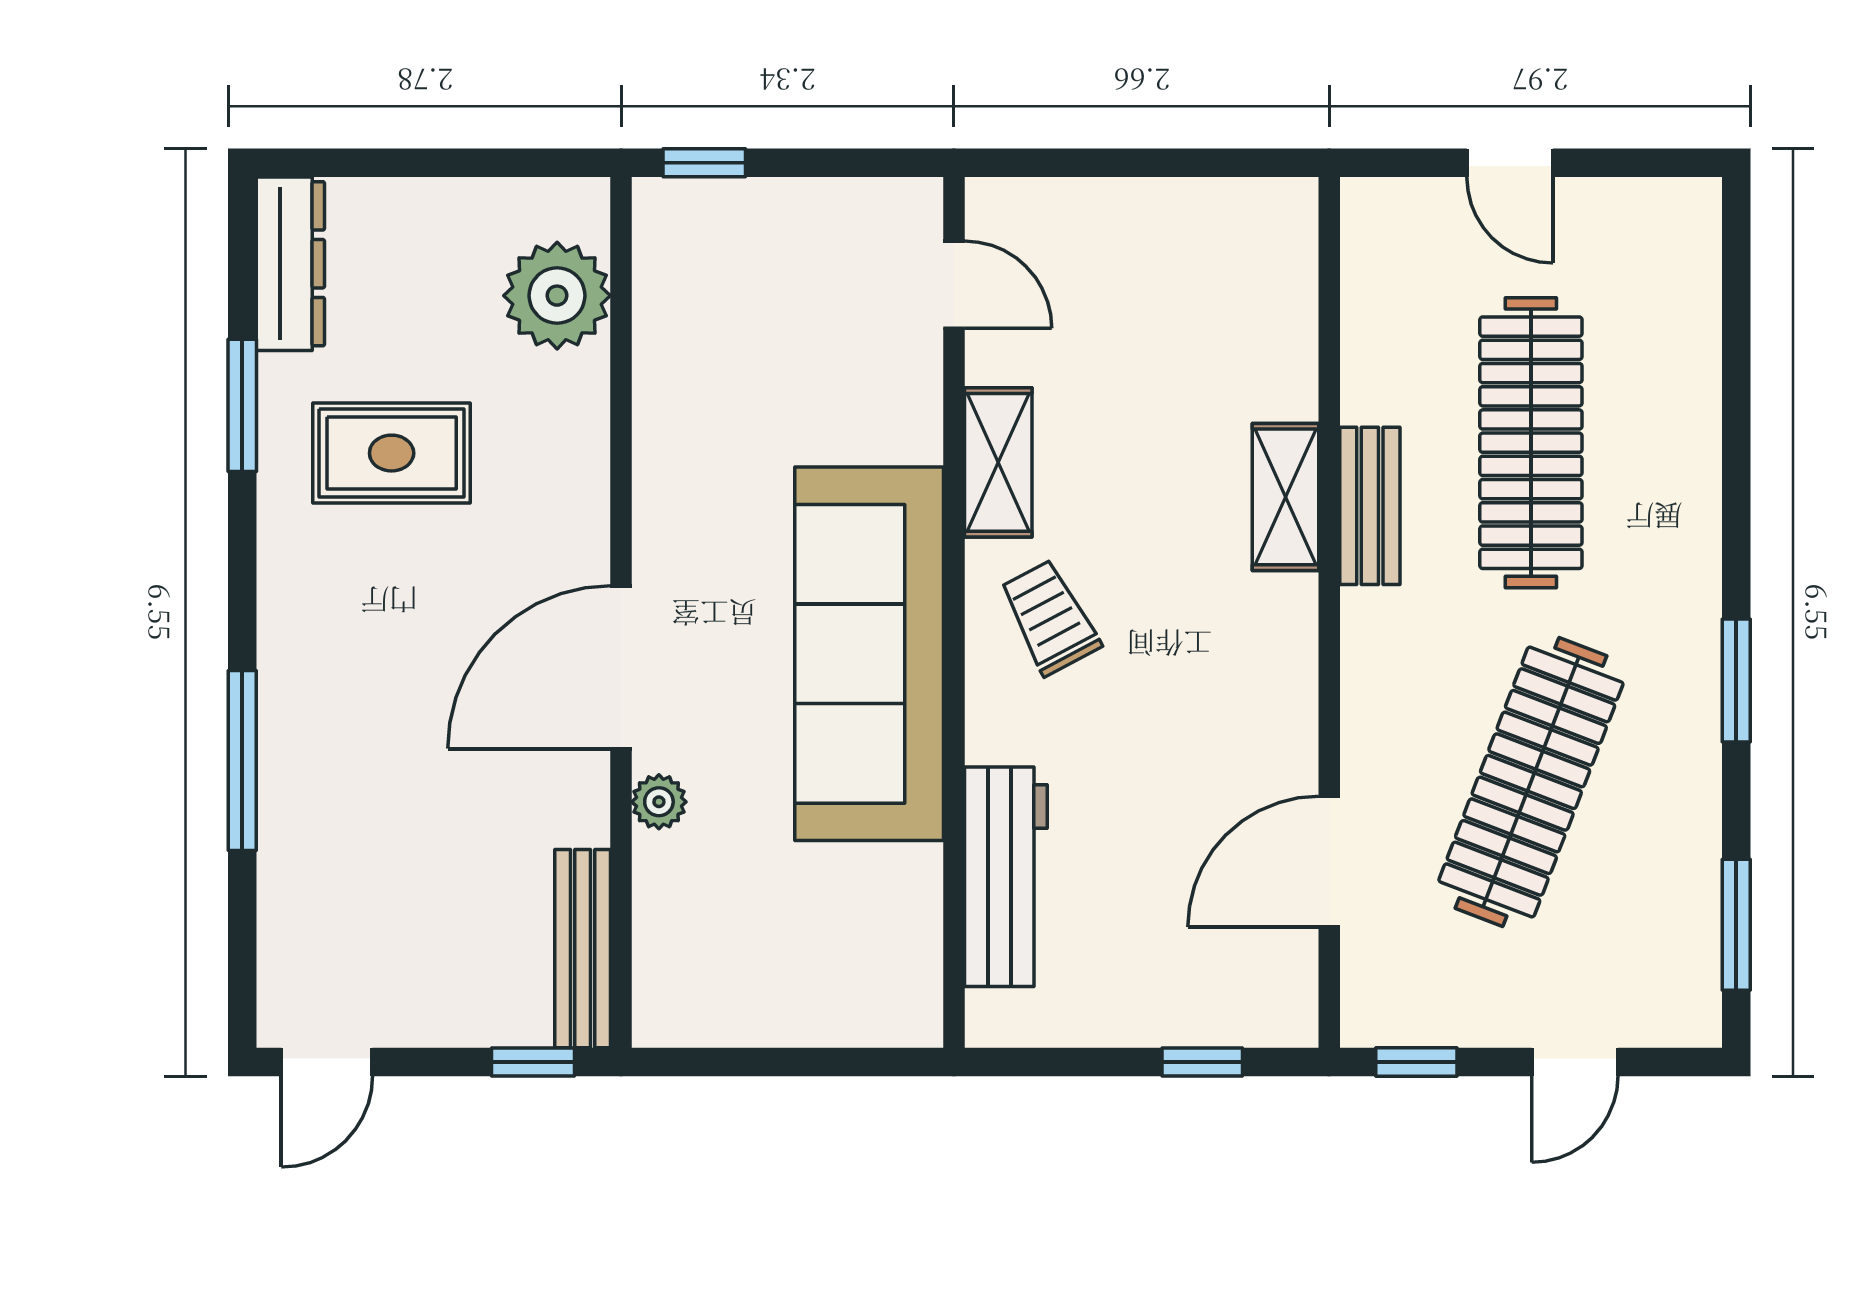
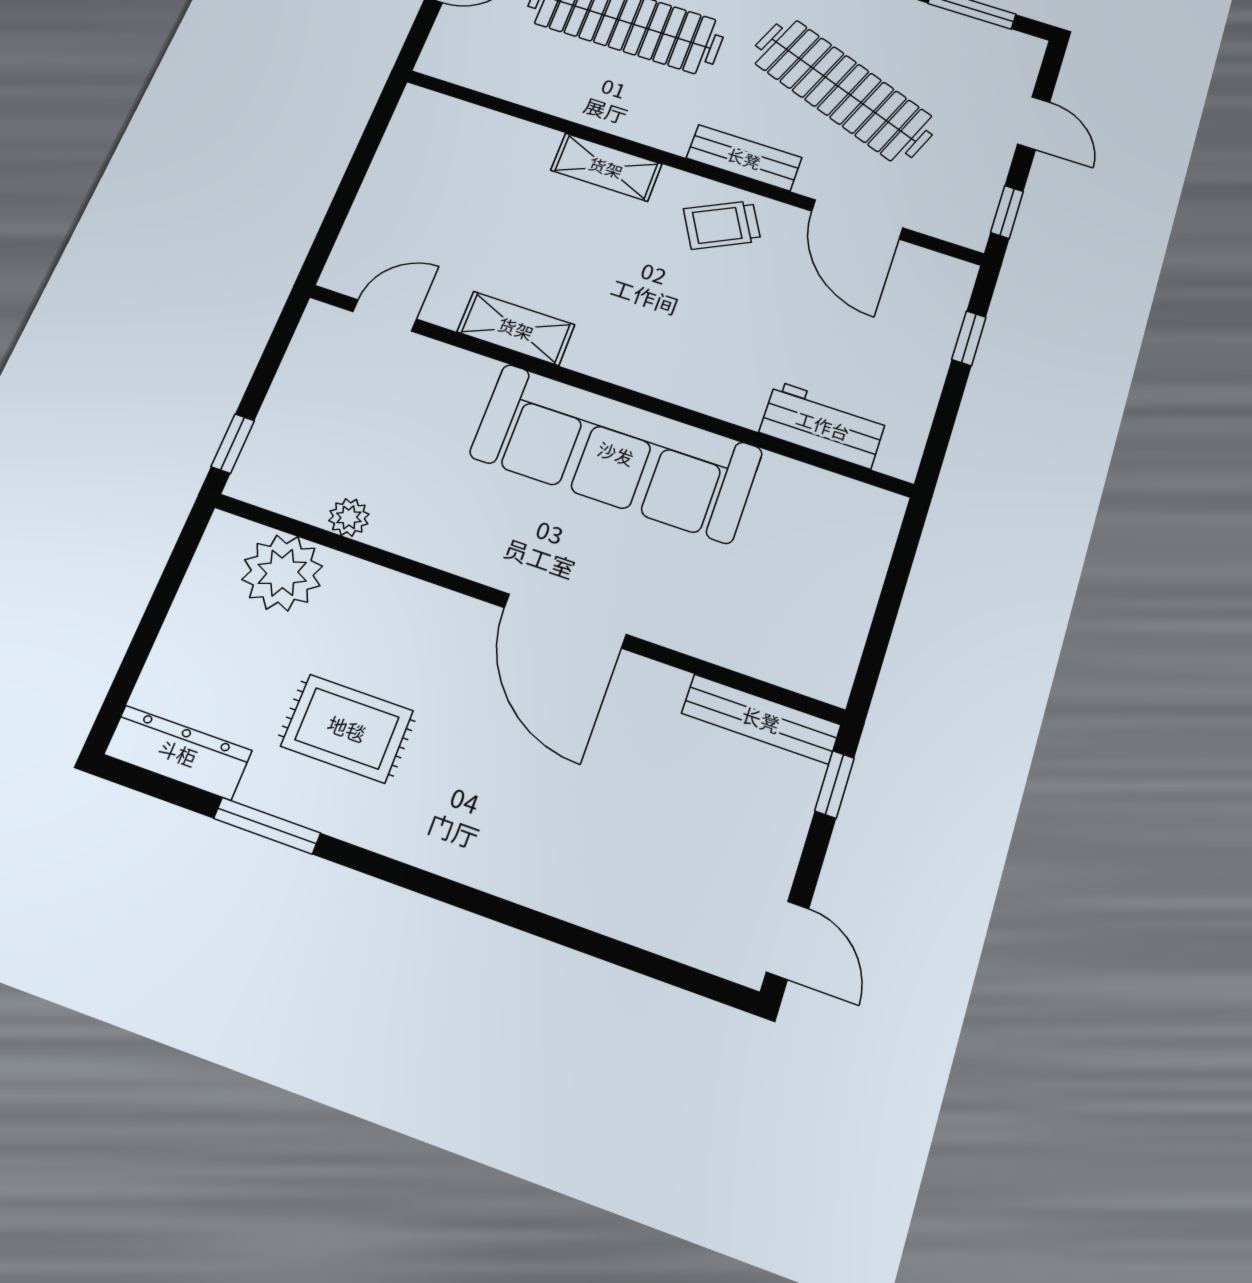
rug: (392, 453) -> (347, 728), turned 90
bench: (1370, 506) -> (744, 158), moved
trolley: (1050, 617) -> (722, 225), moved
window: (242, 761) -> (534, 923), removed
plant: (659, 802) -> (349, 517), moved
workbench: (1006, 877) -> (823, 425), width x0.73

